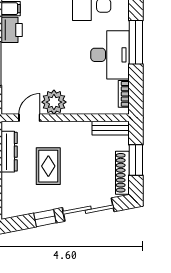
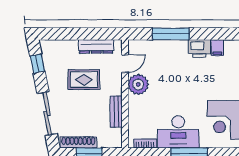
door: (29, 118) -> (125, 64), hinge flipped
bench: (111, 128) -> (116, 112), moved
window: (45, 218) -> (37, 64), moved

